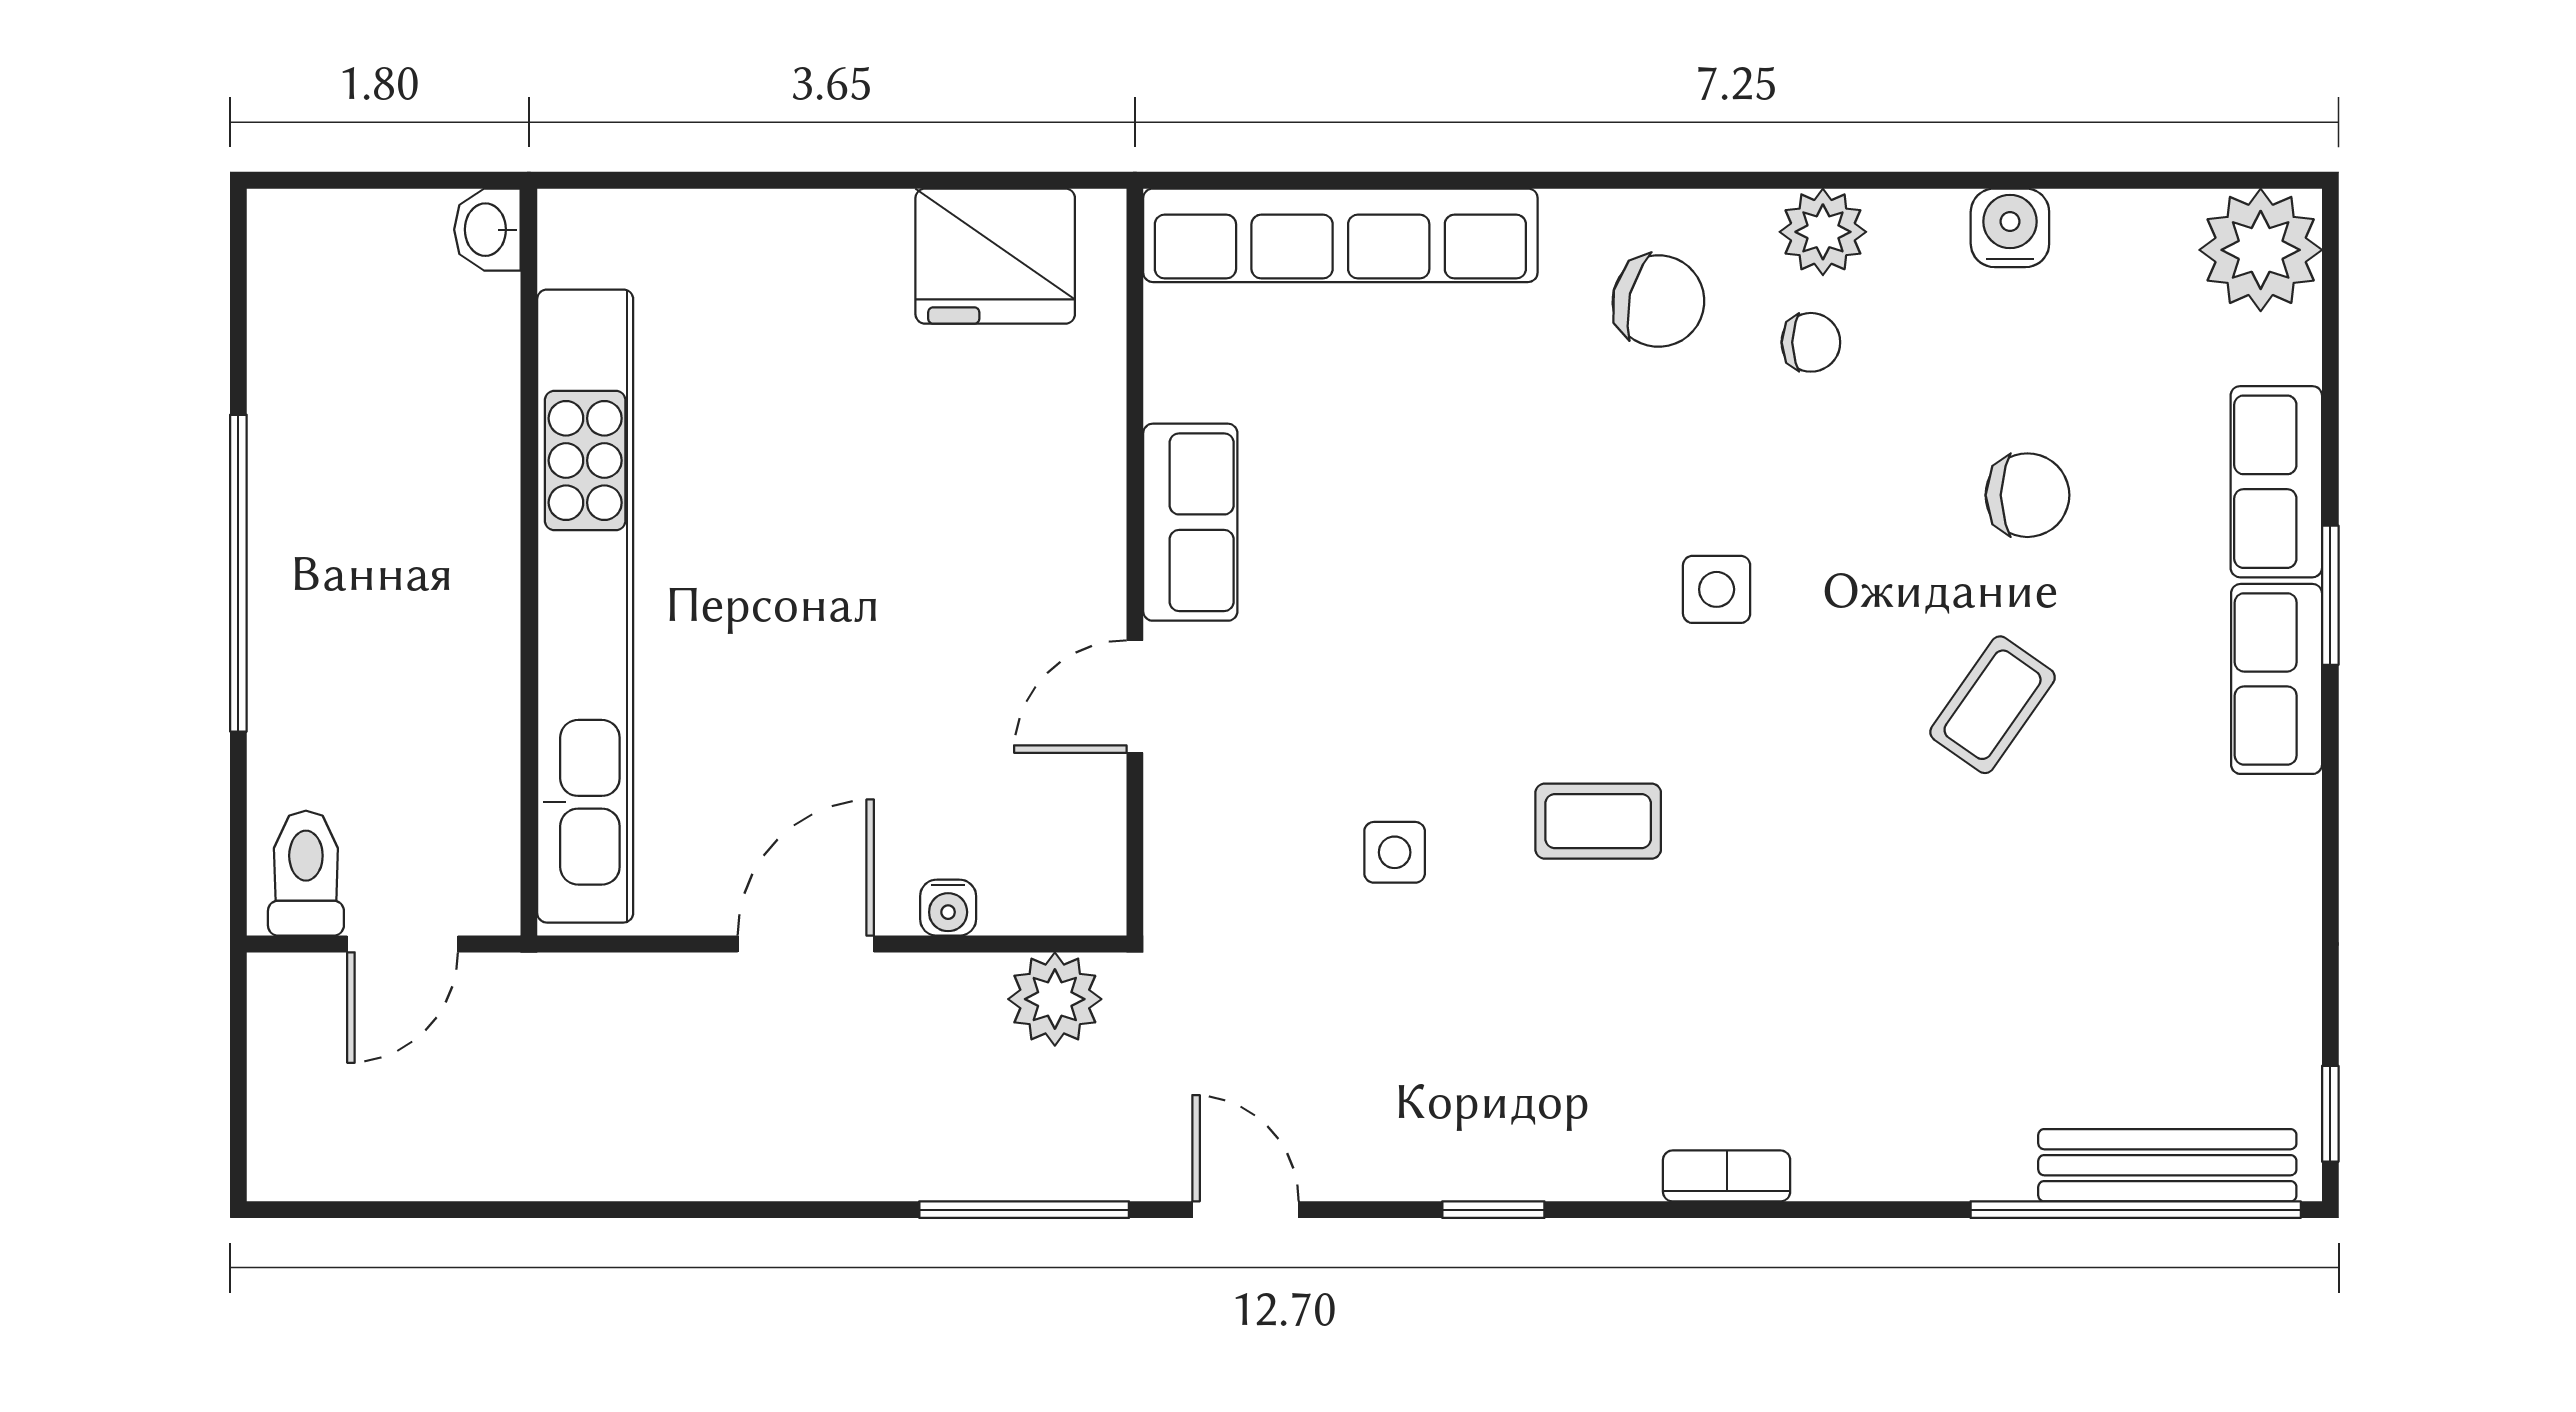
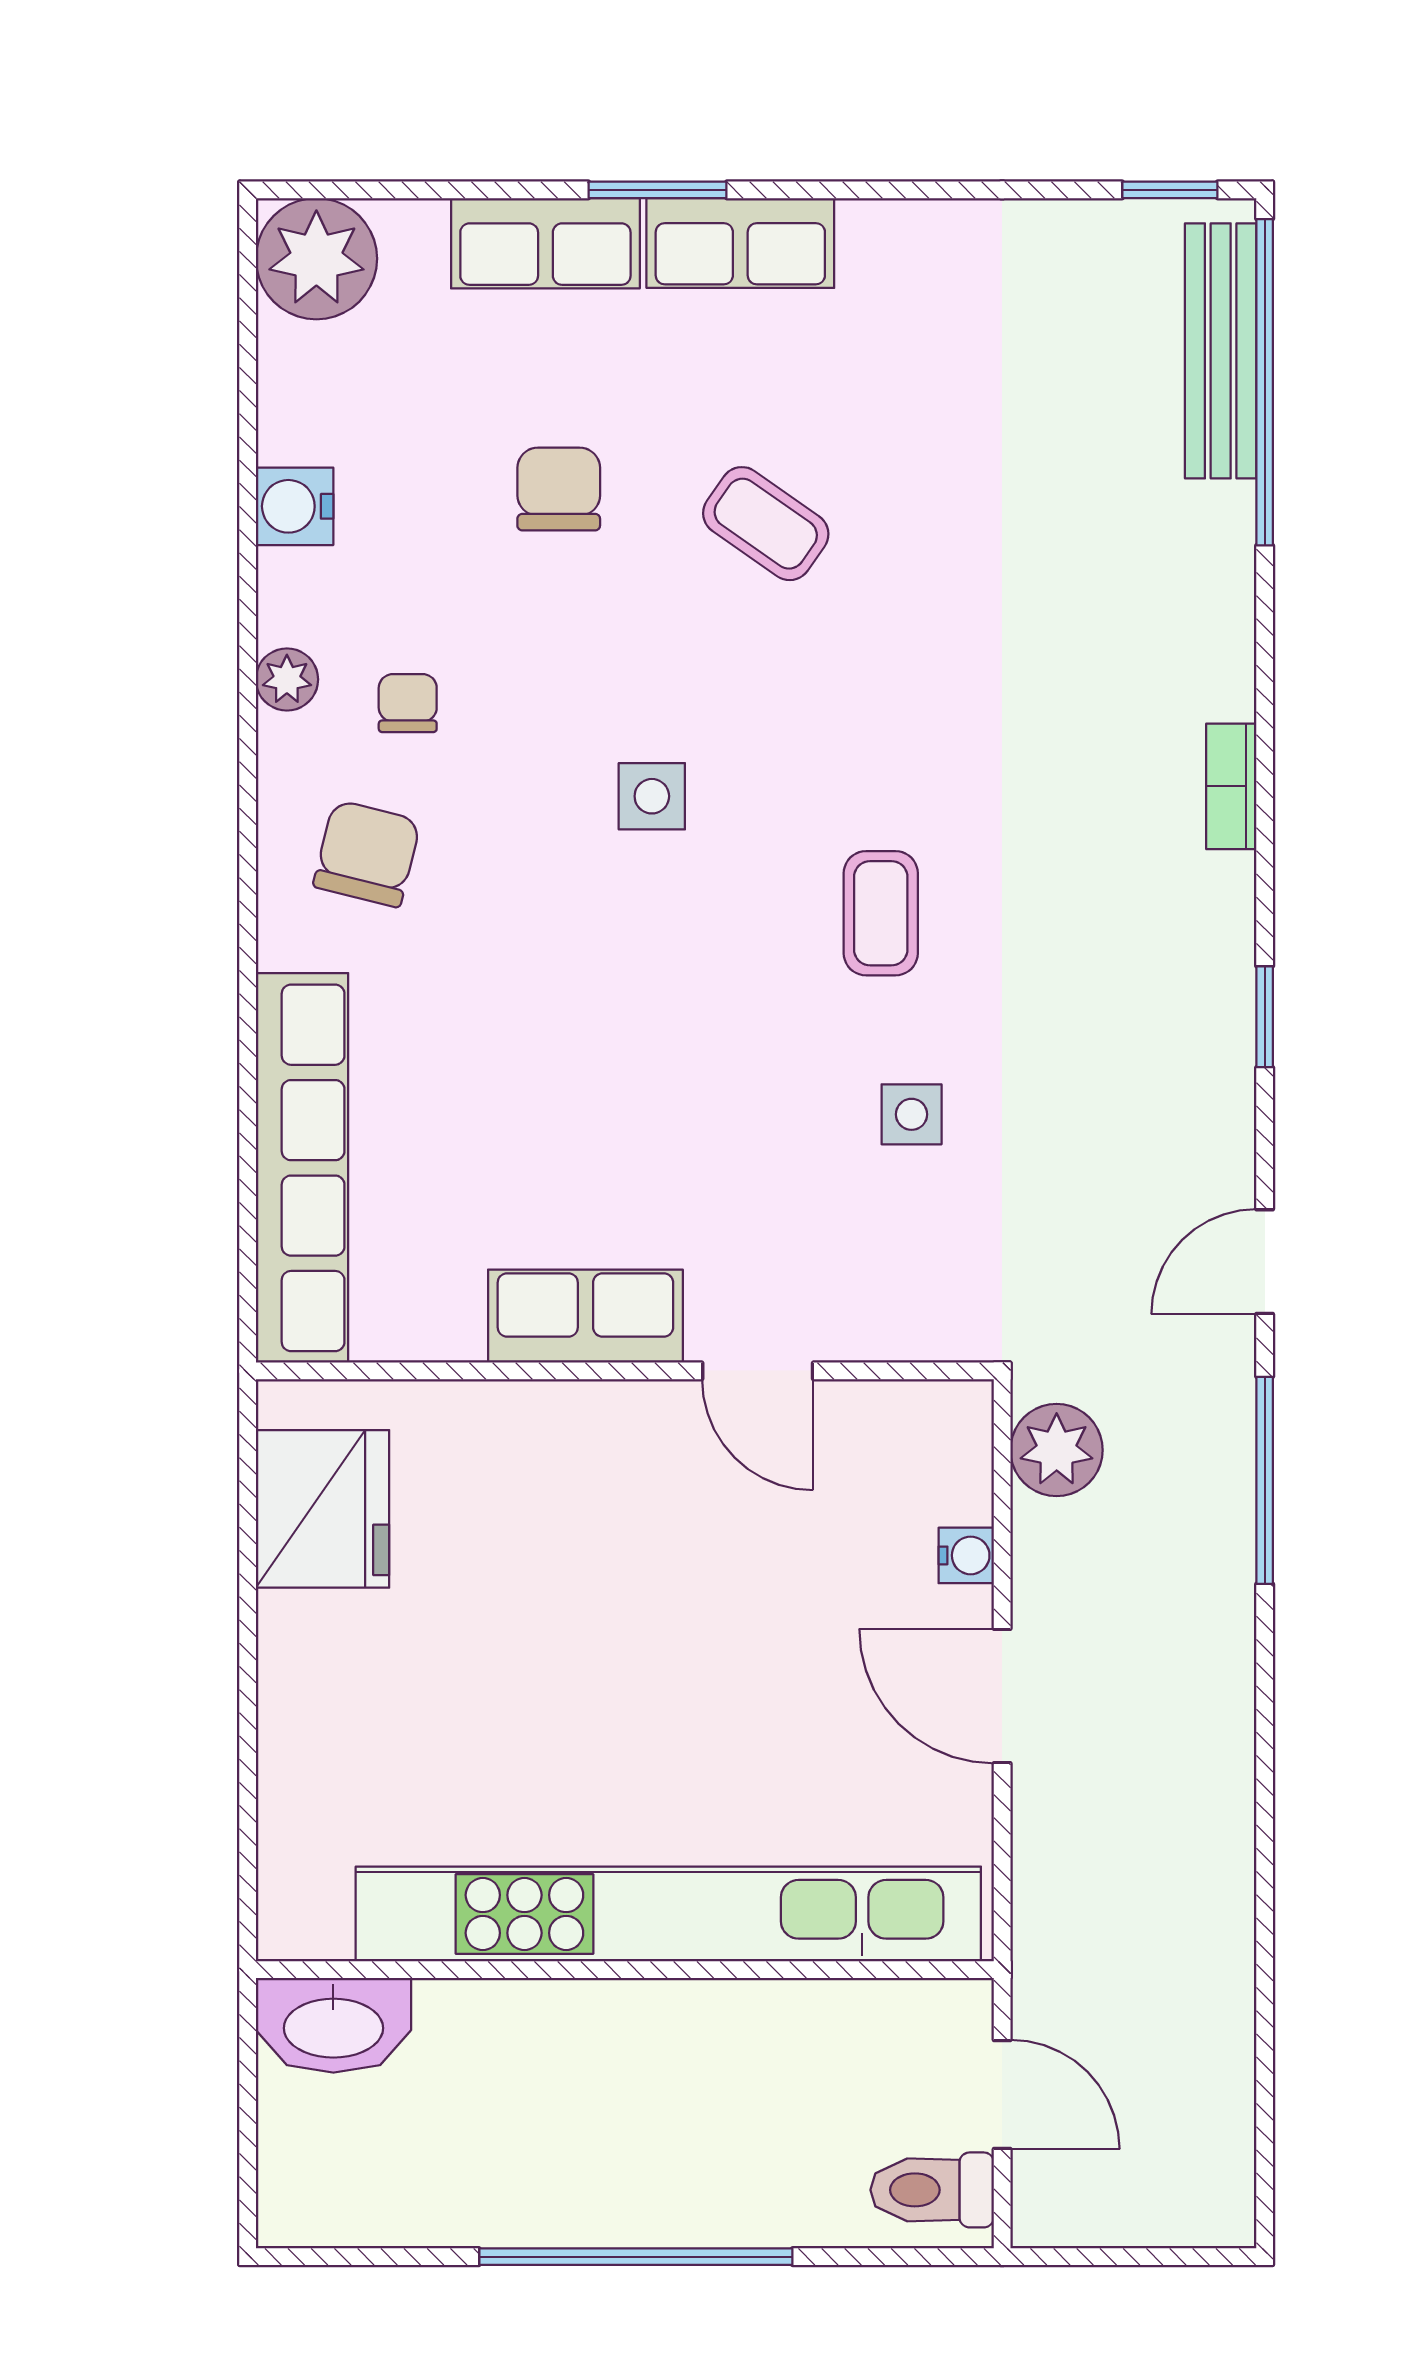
washbasin: (487, 230) -> (333, 2025), width x1.91, depth x1.45
plant: (1823, 232) -> (287, 679), width x0.73, depth x0.73

